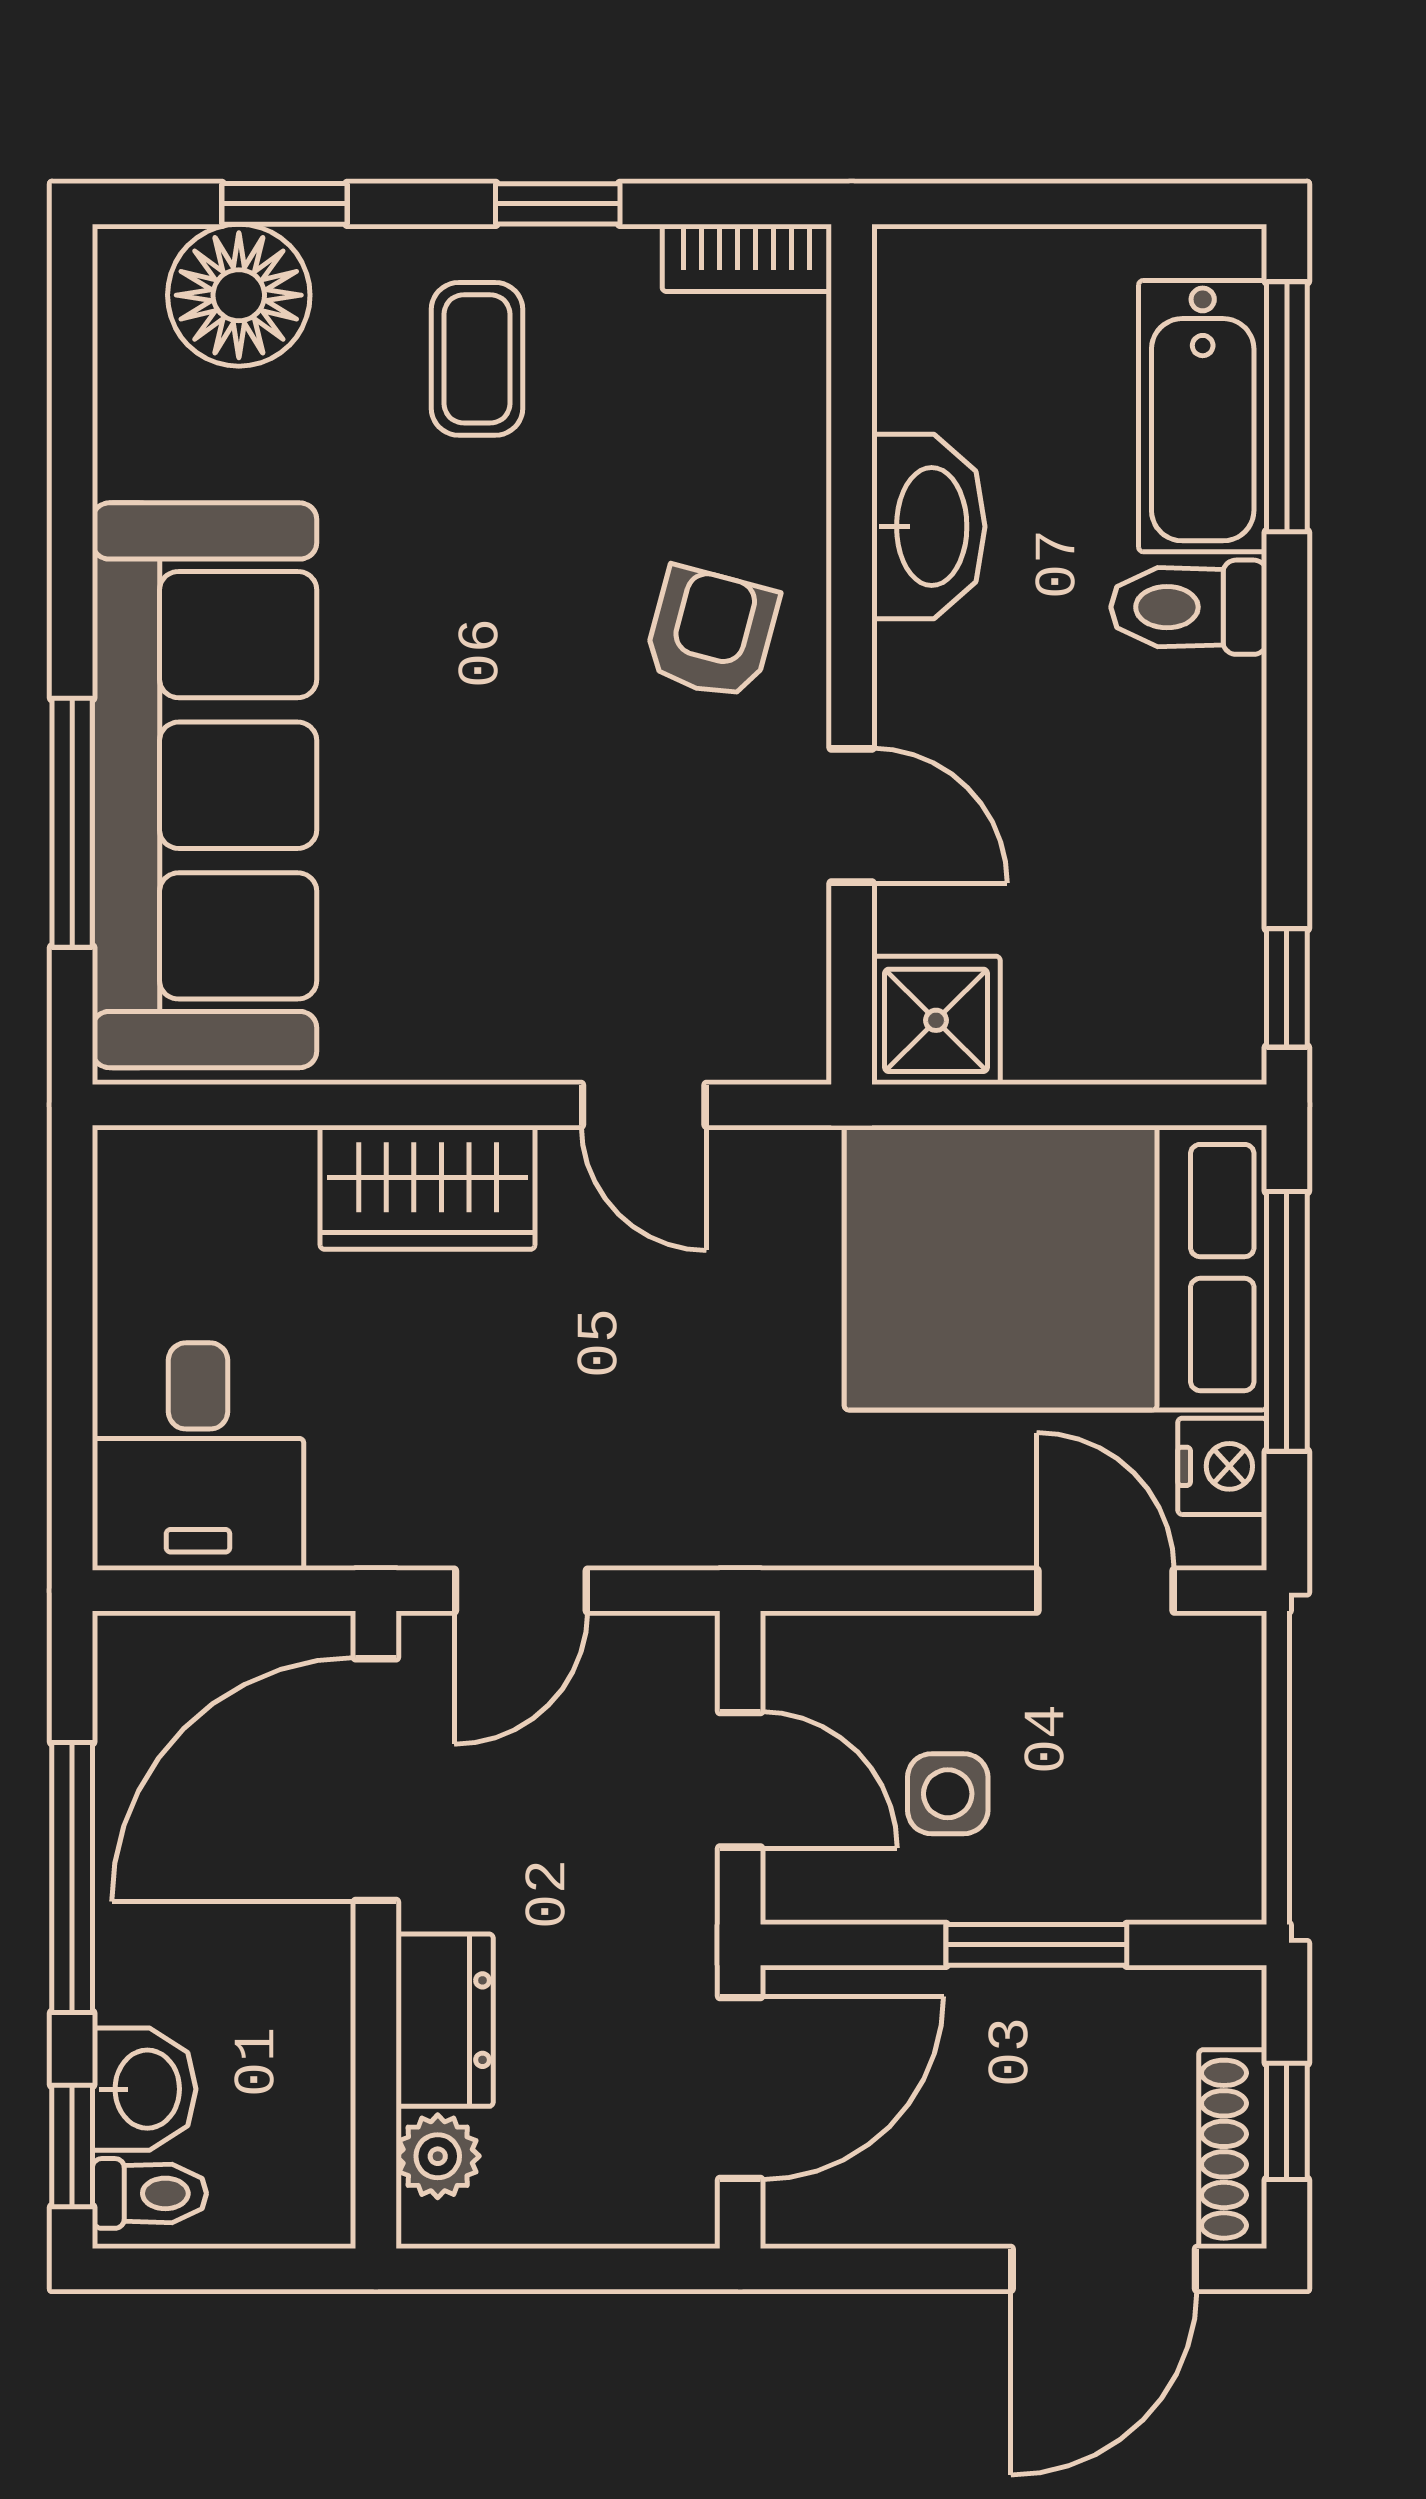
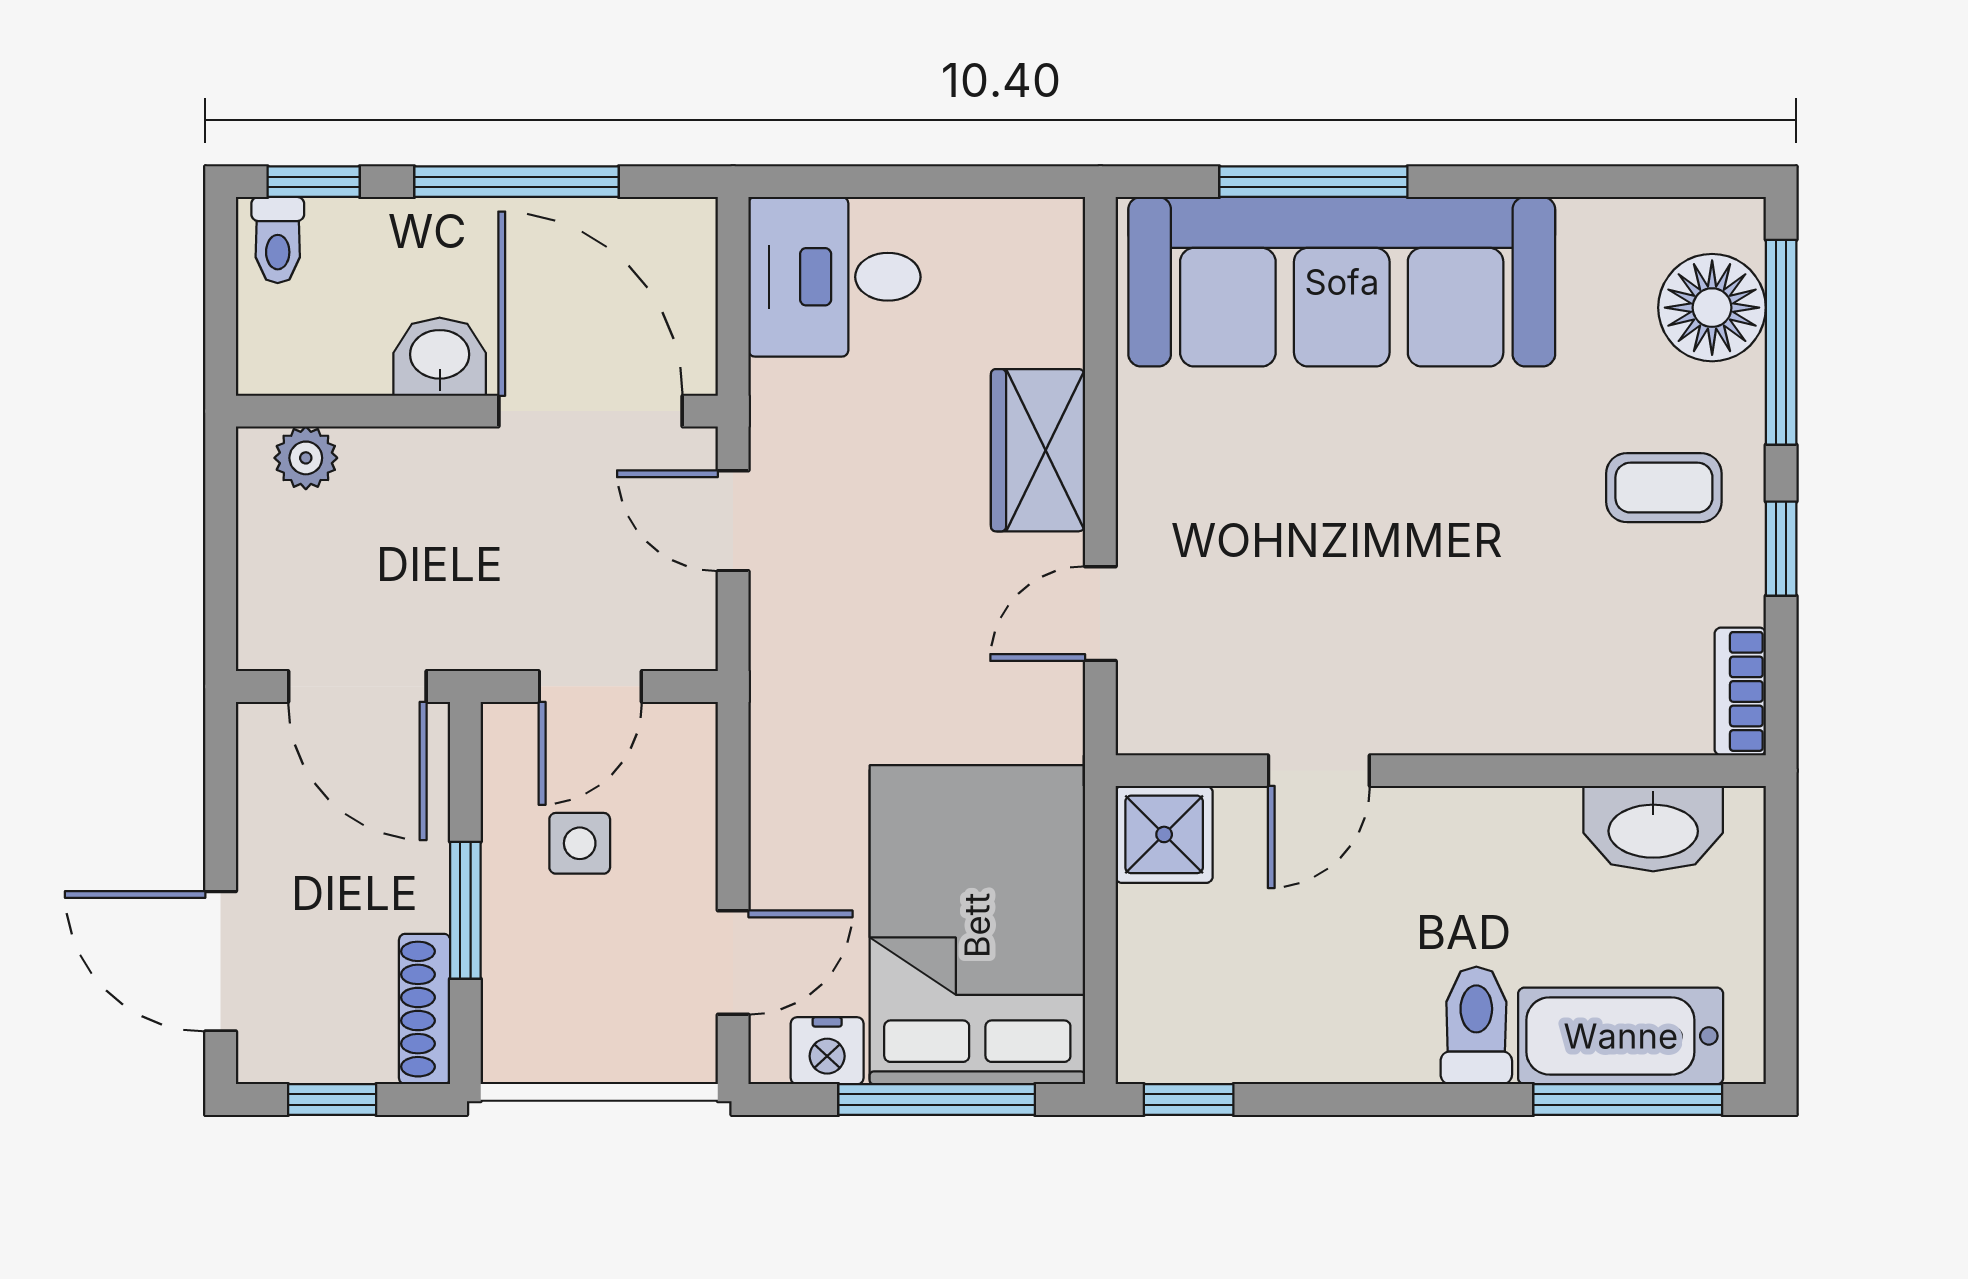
window: (285, 204) -> (1781, 342), width x2.17
washbasin: (928, 527) -> (1653, 829), moved
armchair: (711, 633) -> (1457, 664), removed
dresser: (445, 2020) -> (409, 463), removed
washbasin: (144, 2089) -> (440, 357), moved, turned 180
shoe rack: (1233, 2149) -> (425, 1009), moved, turned -90

